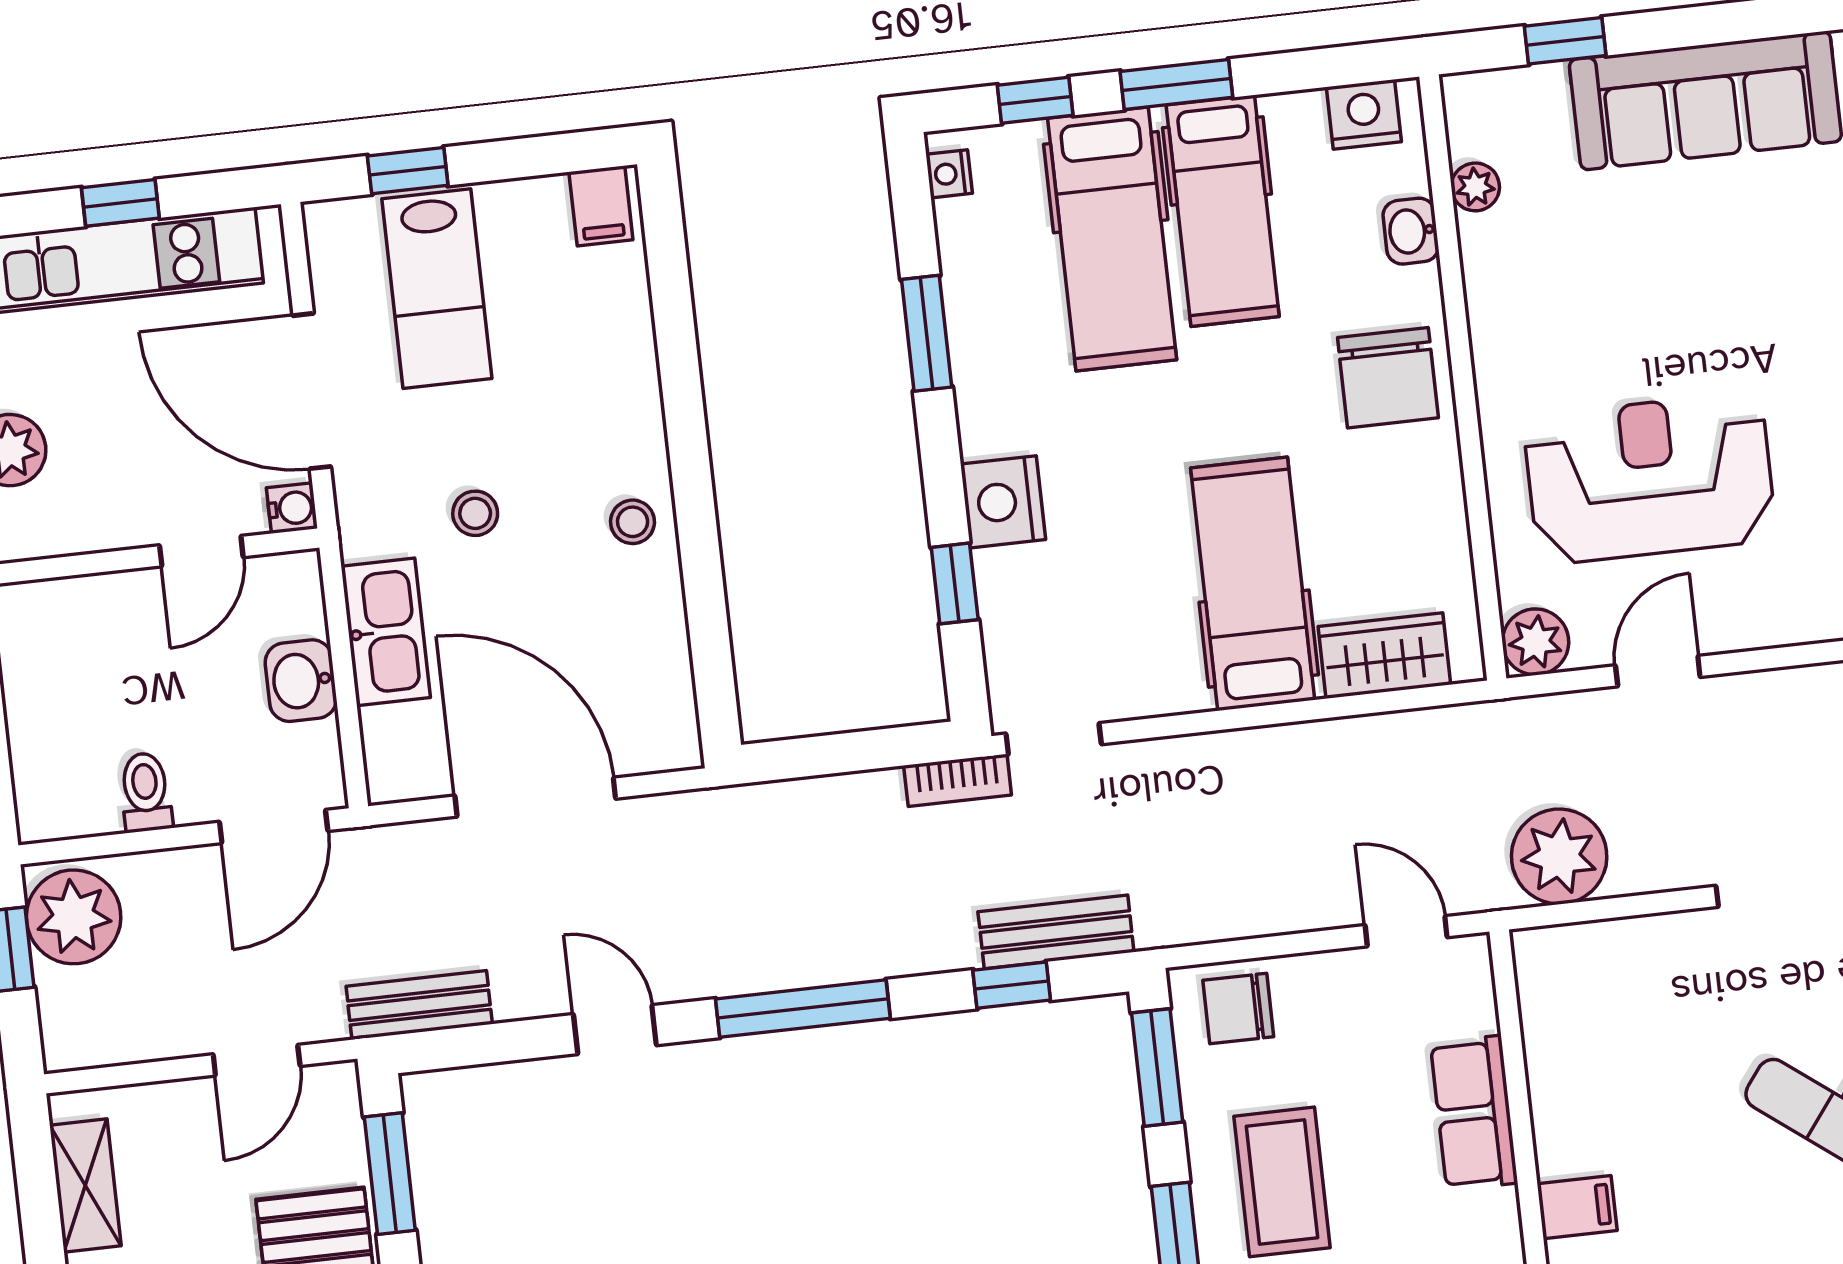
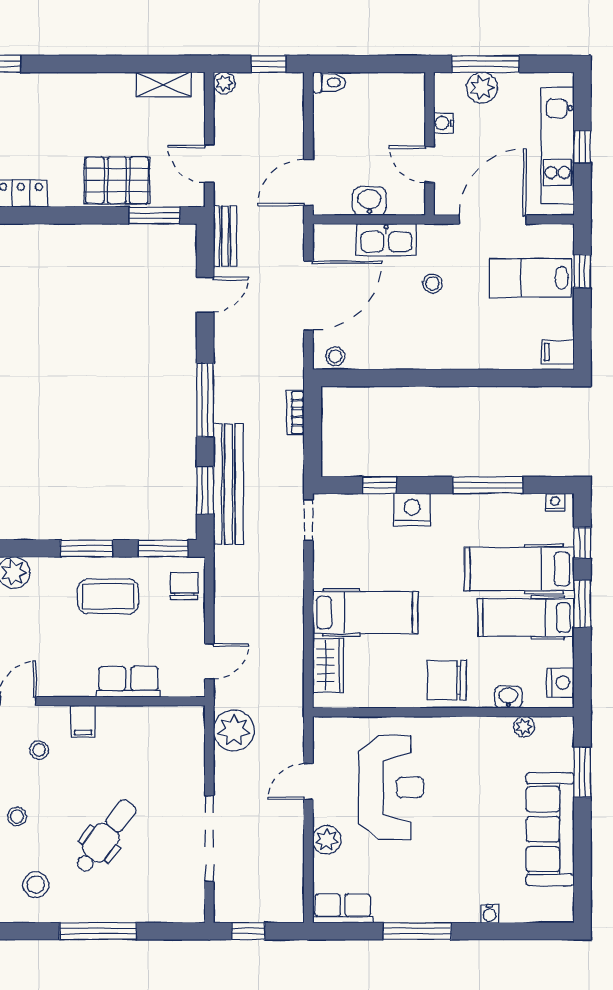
window: (1565, 41) -> (582, 772), width x1.50
window: (927, 333) -> (488, 485), width x1.44
water cooler: (292, 508) -> (444, 123), moved, turned 90
stool: (633, 522) -> (335, 356), moved
plant: (1536, 642) -> (327, 840), moved
door: (1658, 671) -> (308, 782), swing flipped
bookcase: (958, 780) -> (295, 413), moved
toilet: (146, 792) -> (329, 82), moved
door: (274, 826) -> (308, 182), hinge flipped
plant: (74, 917) -> (224, 83), moved, width x0.53, depth x0.53
bench: (1056, 932) -> (228, 484), width x1.86, depth x1.21
window: (1012, 985) -> (205, 490), width x1.50
door: (615, 1030) -> (205, 295), moved

